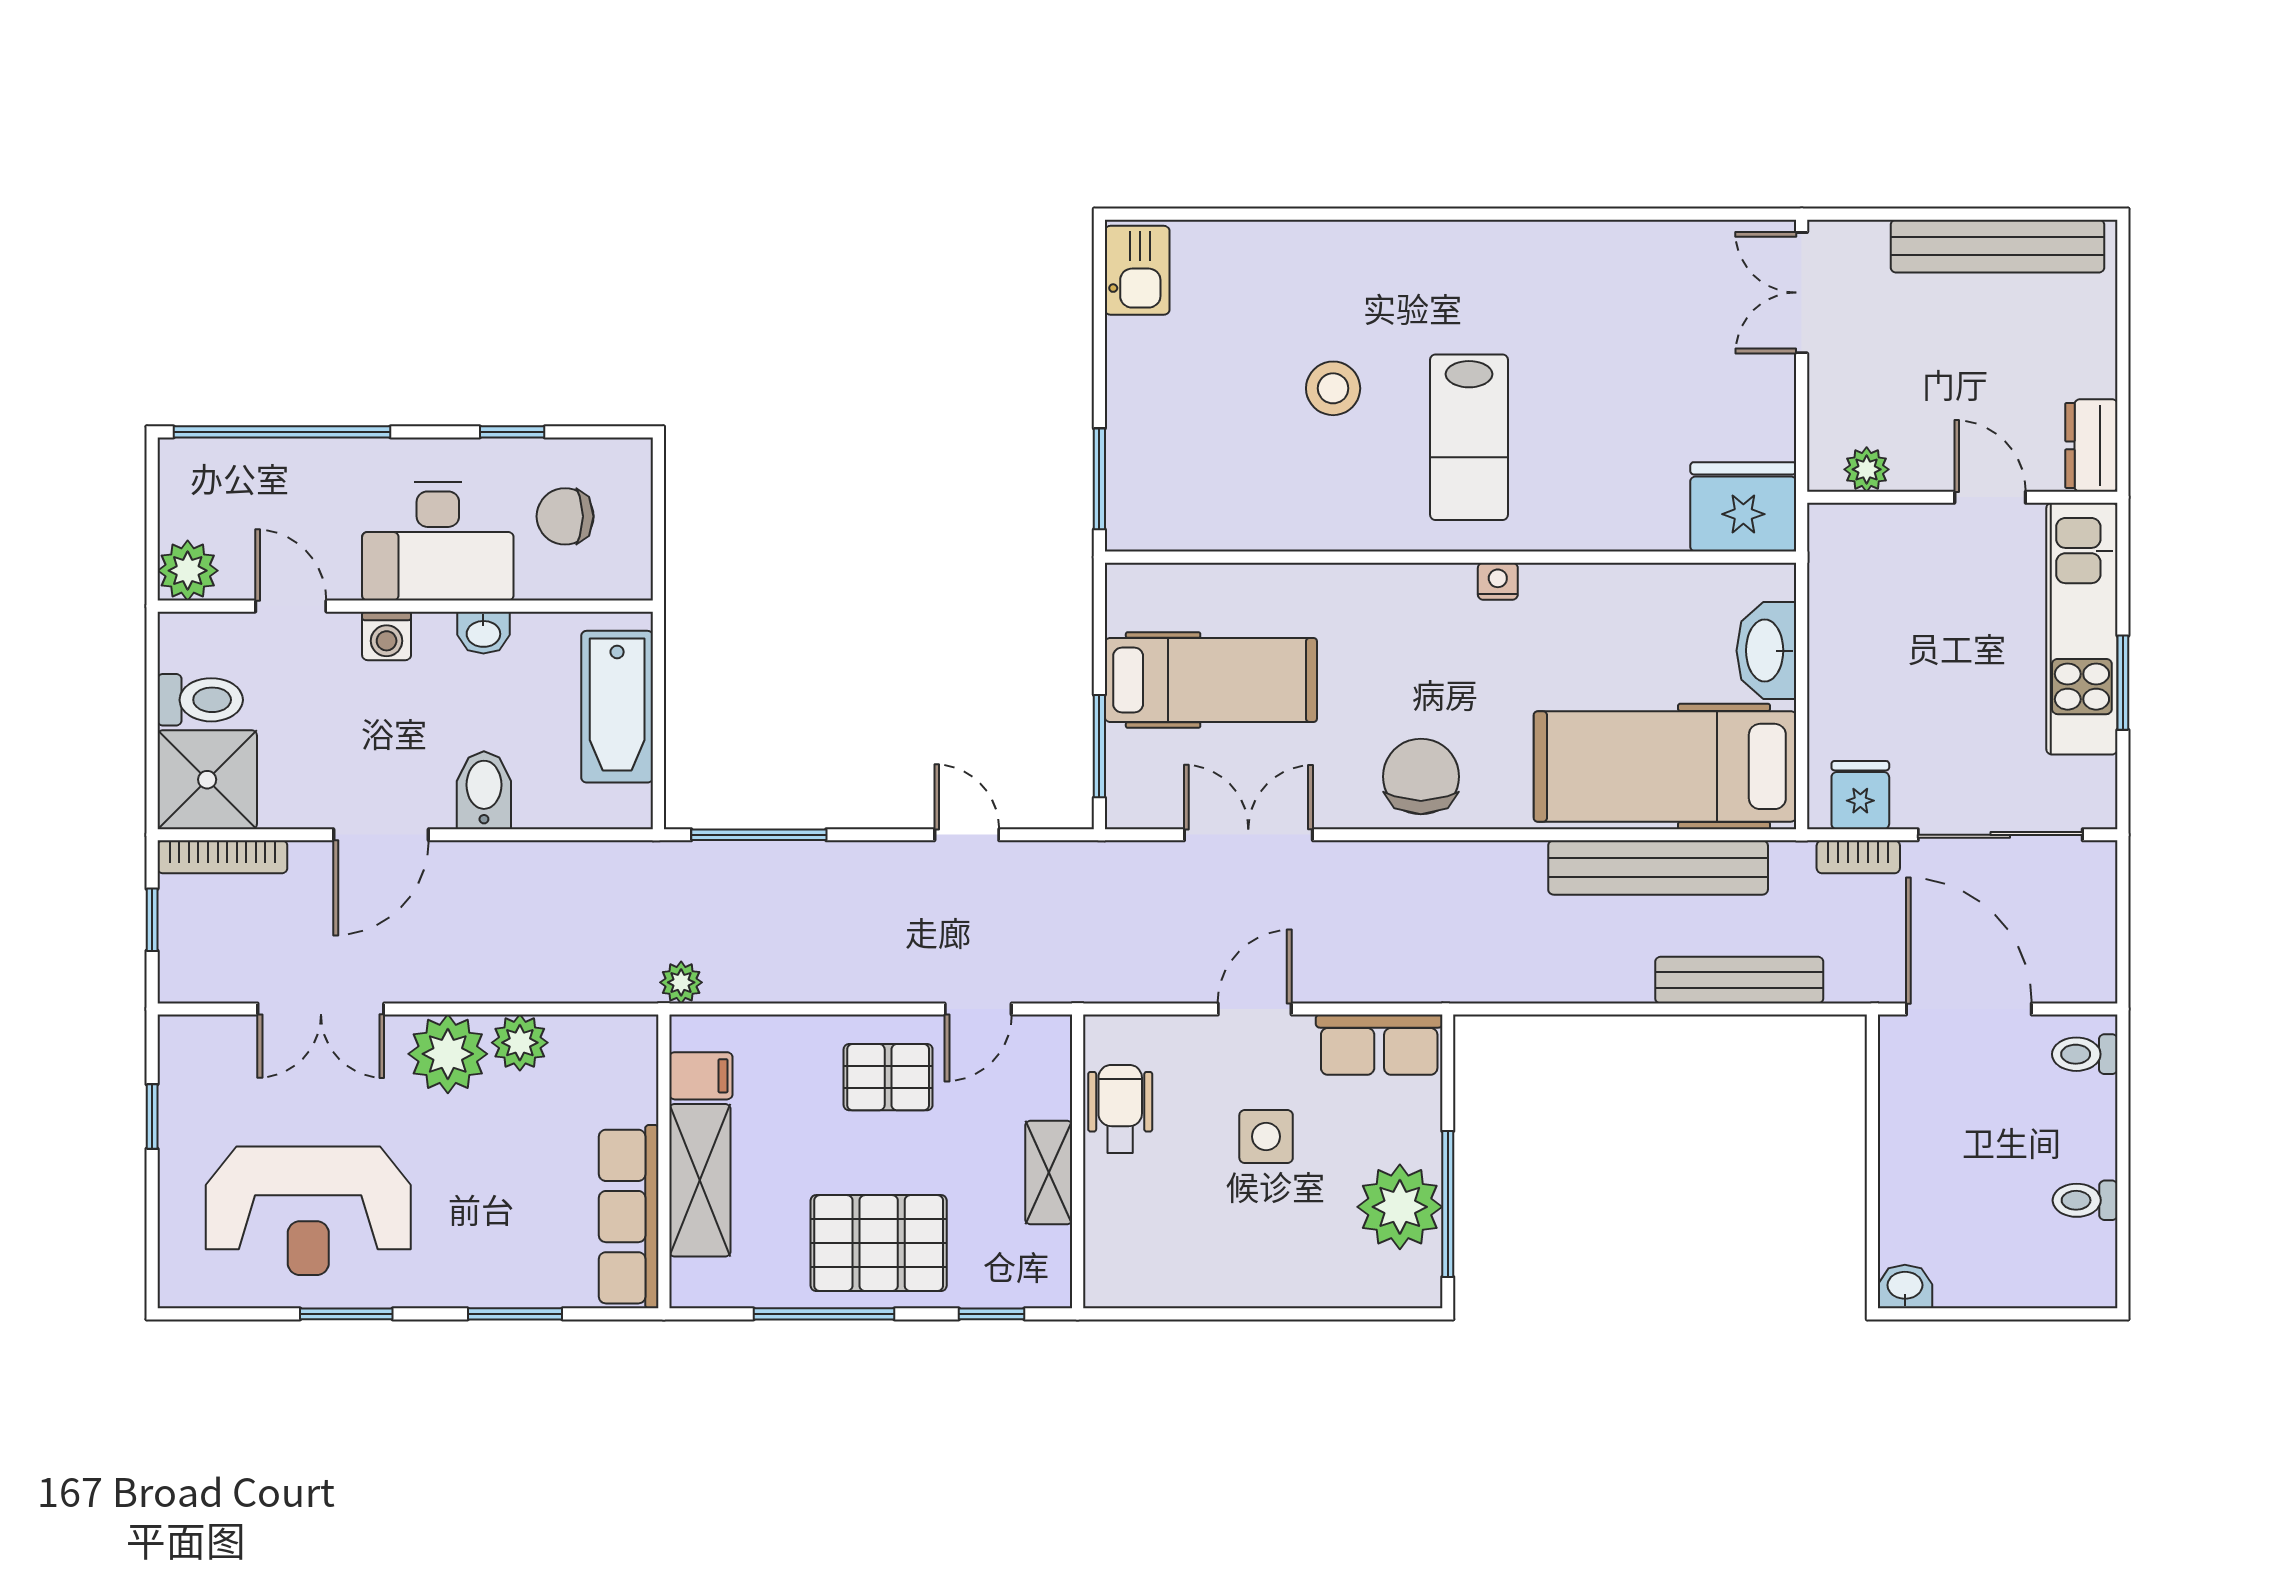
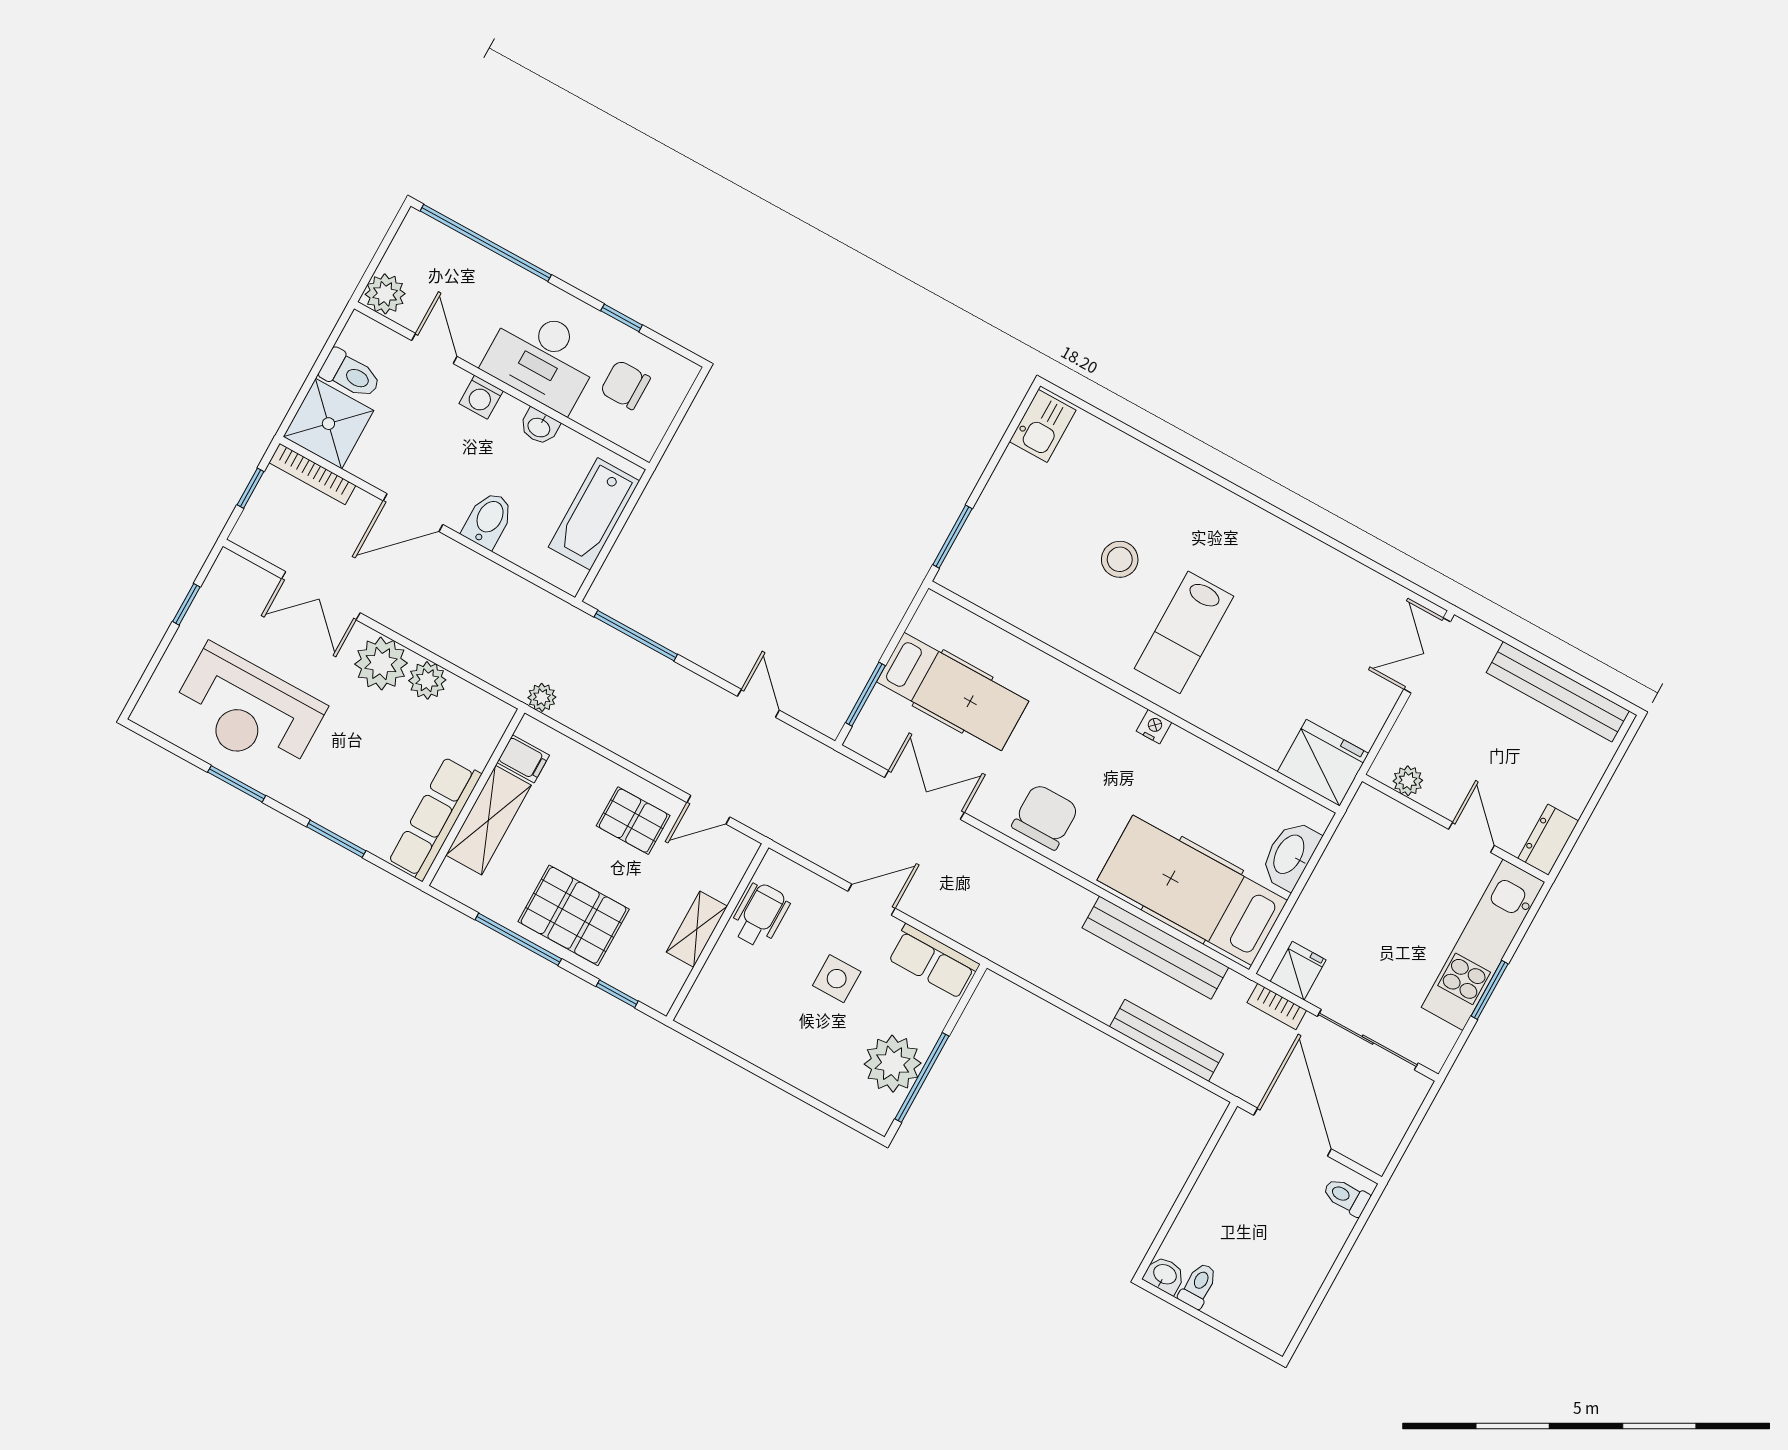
toilet: (2085, 1200) -> (1198, 1286), moved, turned 90

